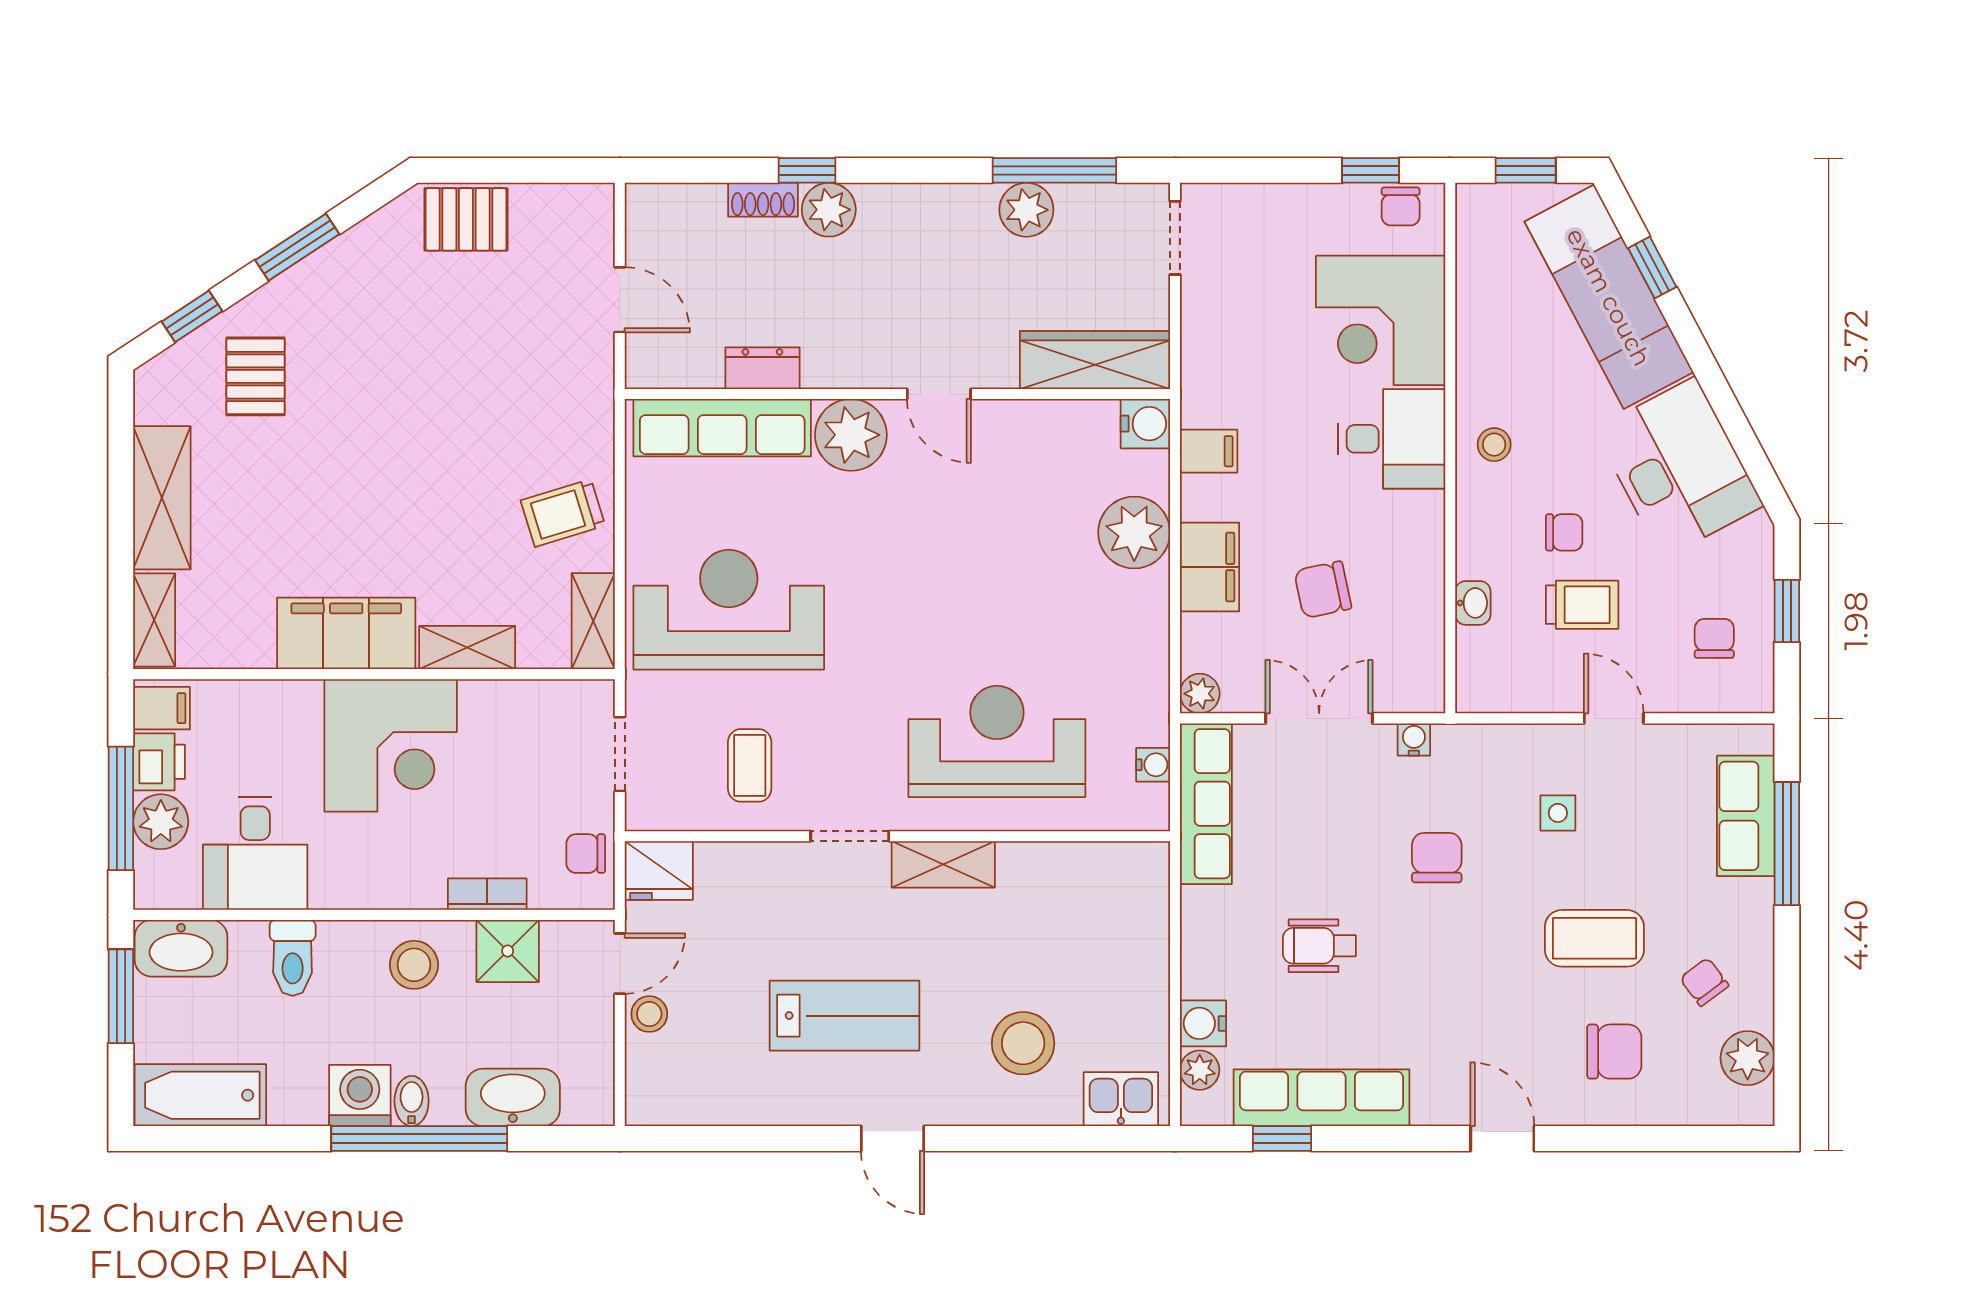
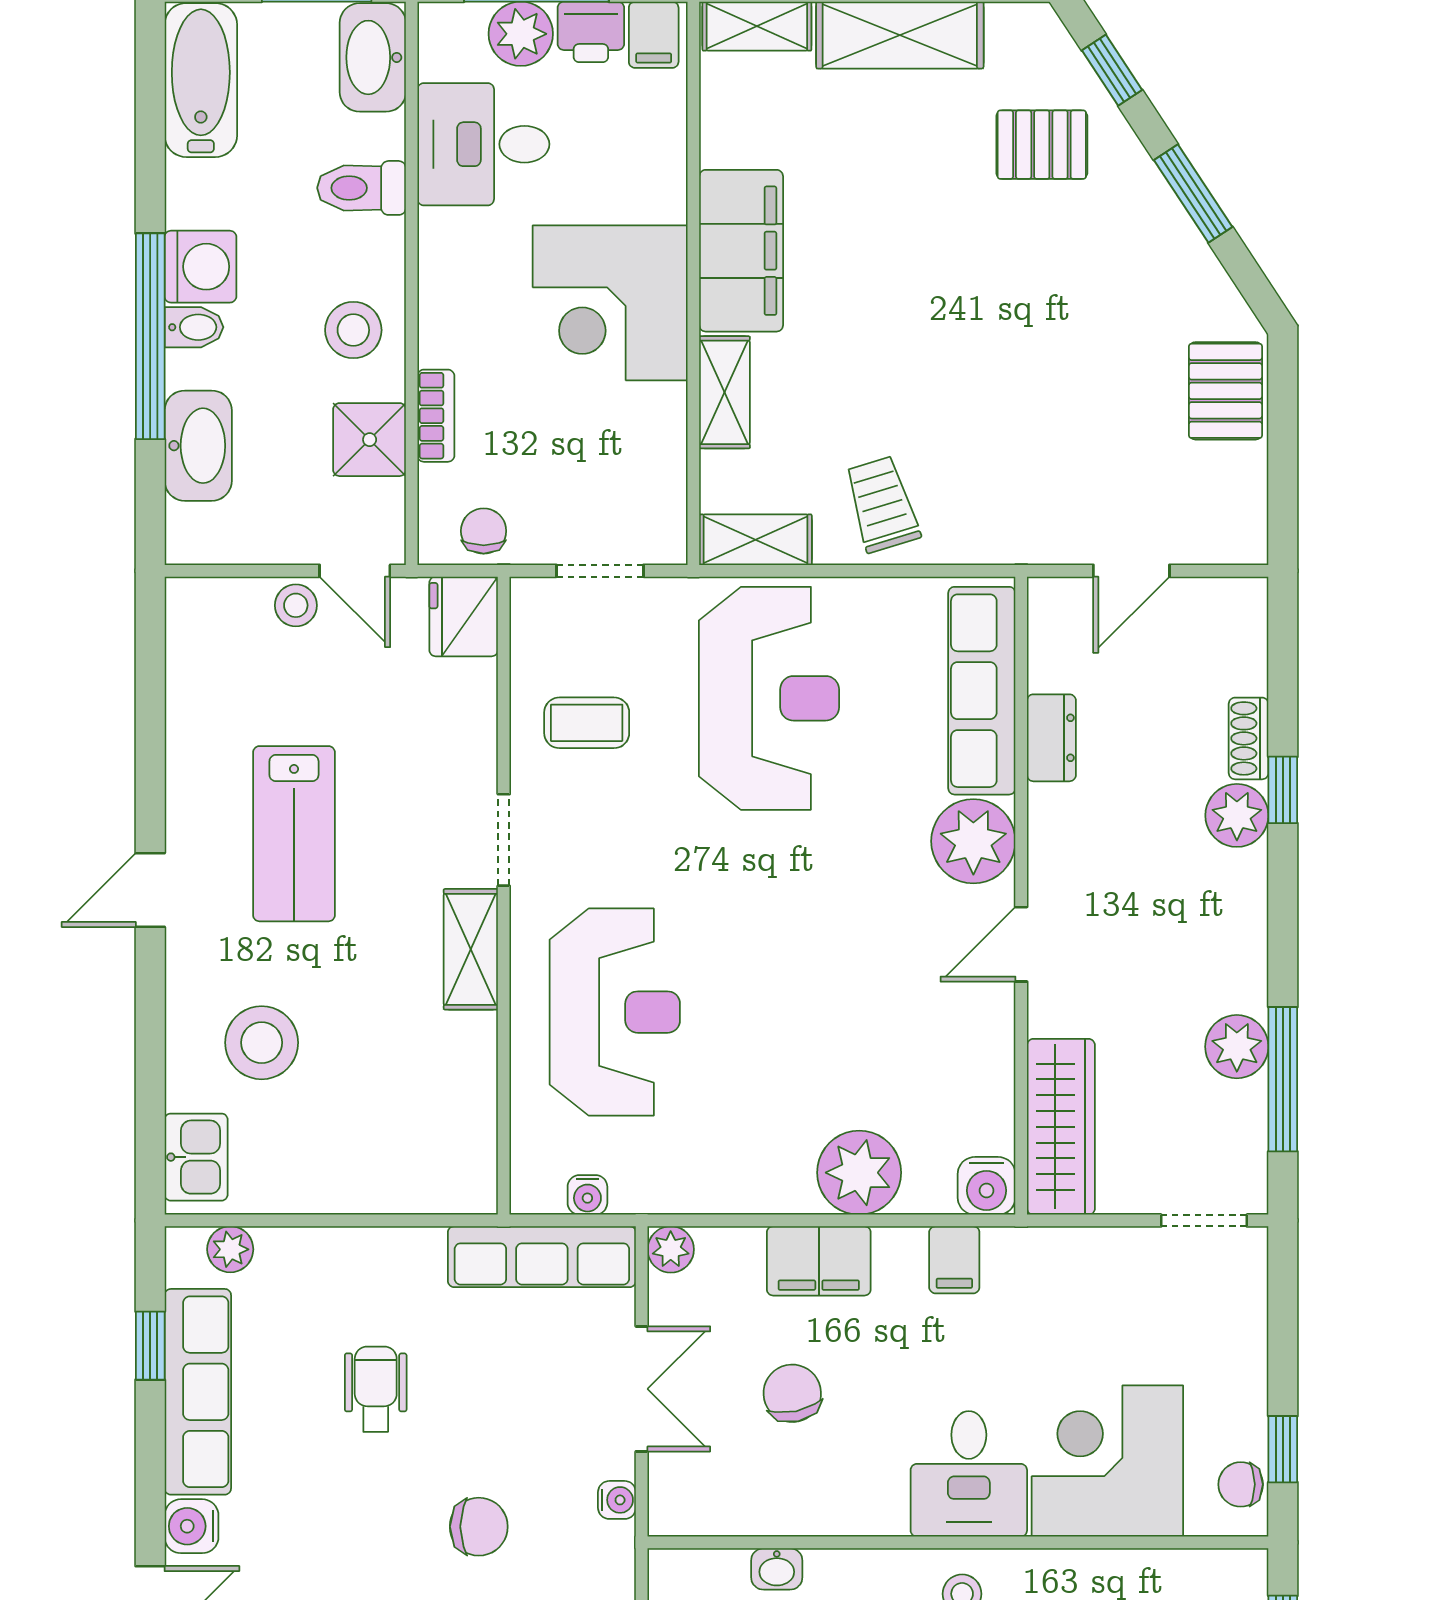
water cooler: (1203, 1023) -> (191, 1526), moved, turned -90

